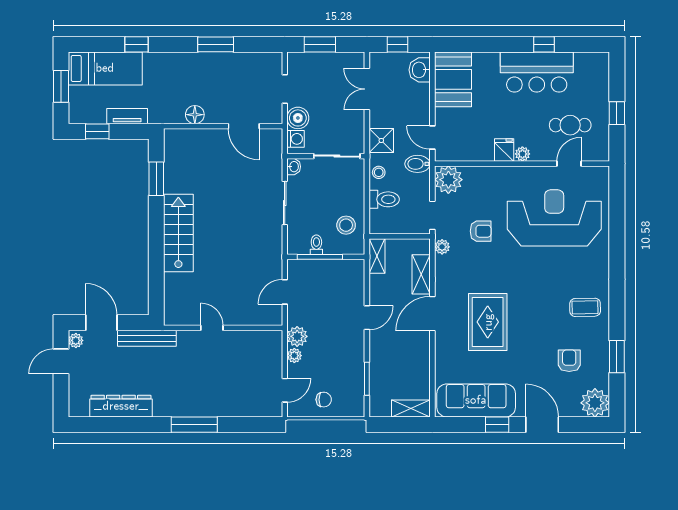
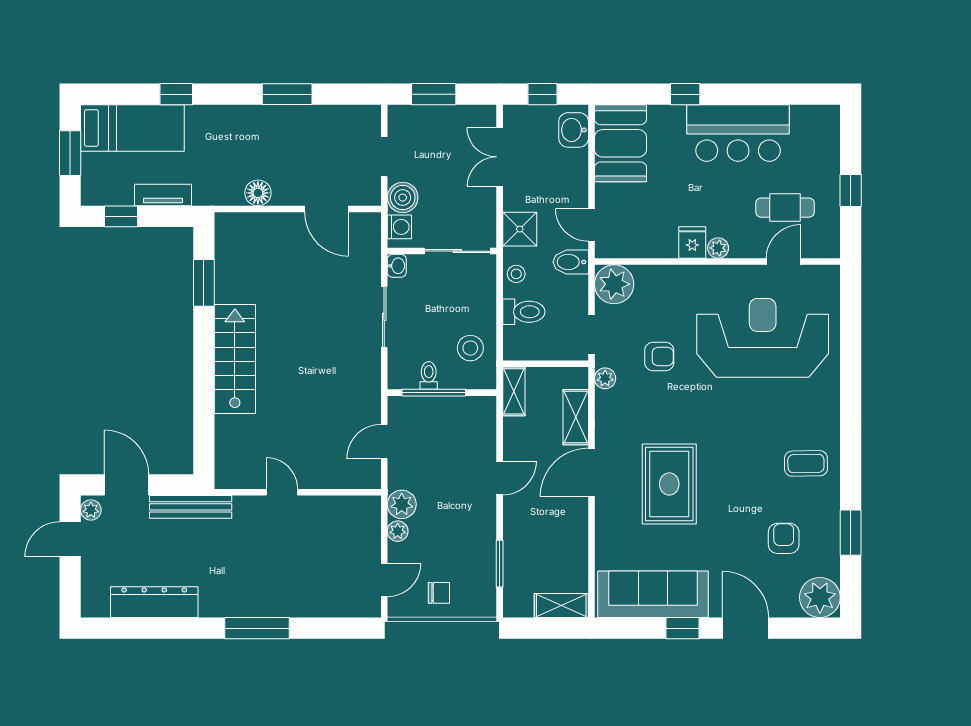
window: (544, 44) -> (685, 94), moved

